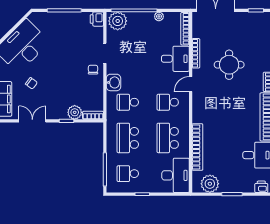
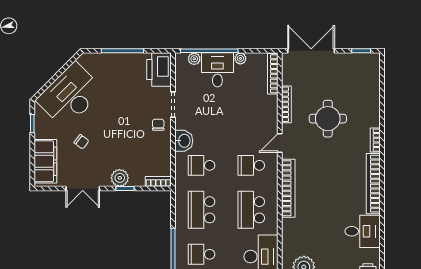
printer: (97, 19) -> (159, 70), width x1.87, depth x1.48
plant: (118, 21) -> (194, 59), width x0.53, depth x0.53
desk: (175, 59) -> (217, 70), moved, turned -90
plant: (75, 112) -> (120, 178), moved
double door: (32, 121) -> (83, 189), swing flipped
bookcase: (197, 147) -> (288, 188), moved

